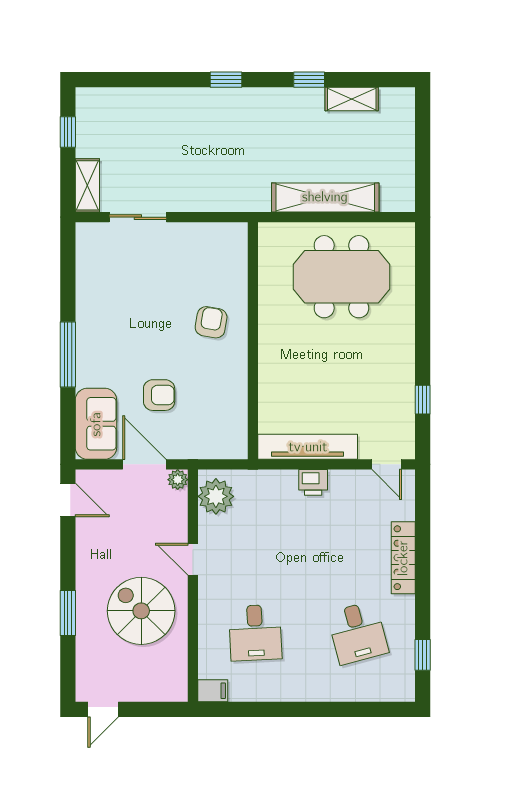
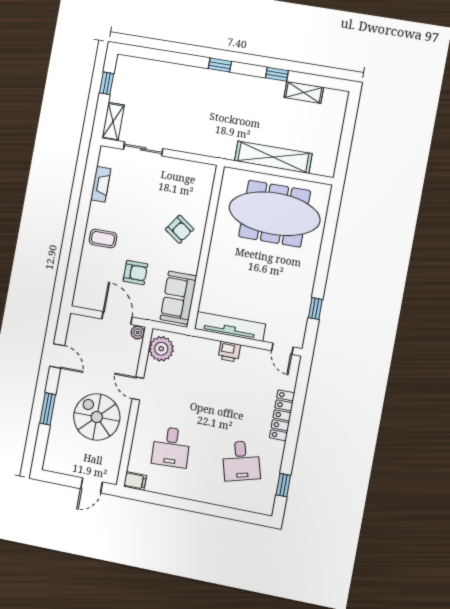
meeting table: (341, 277) -> (275, 214), width x1.36
fireplace: (86, 278) -> (101, 184), added
armchair: (211, 322) -> (180, 229), turned 115
window: (68, 355) -> (79, 234), removed
coffee table: (103, 355) -> (103, 238), added
sofa: (96, 424) -> (178, 298), moved, turned 180
door: (68, 500) -> (57, 356), moved
door: (103, 709) -> (92, 485), moved

